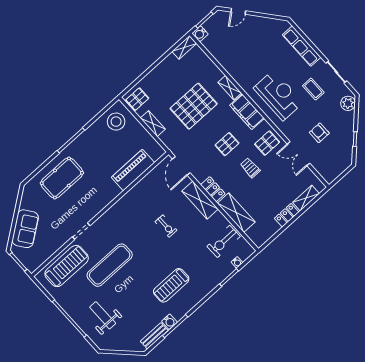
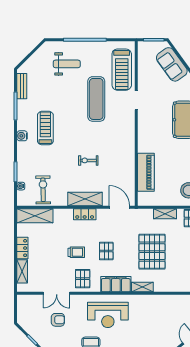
double door: (298, 154) -> (57, 293), swing flipped
shelving: (236, 213) -> (35, 216), moved
water cooler: (169, 322) -> (22, 136), moved

